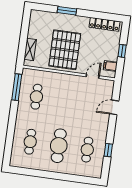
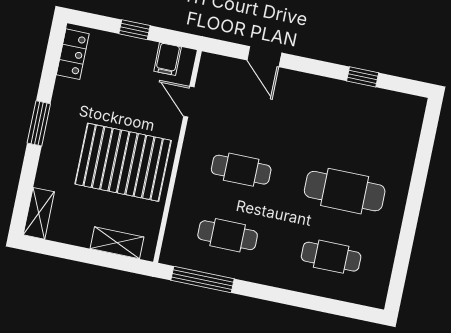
window: (67, 11) -> (39, 123), moved
shelving: (40, 15) -> (39, 213), added
locker: (104, 24) -> (73, 54), width x0.66
cafe table: (87, 150) -> (241, 170), moved

